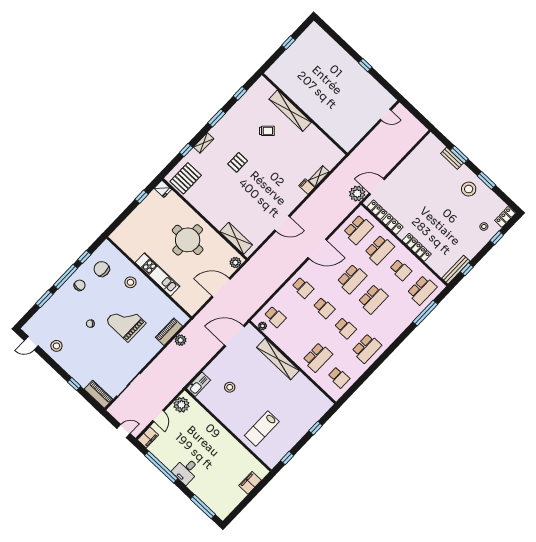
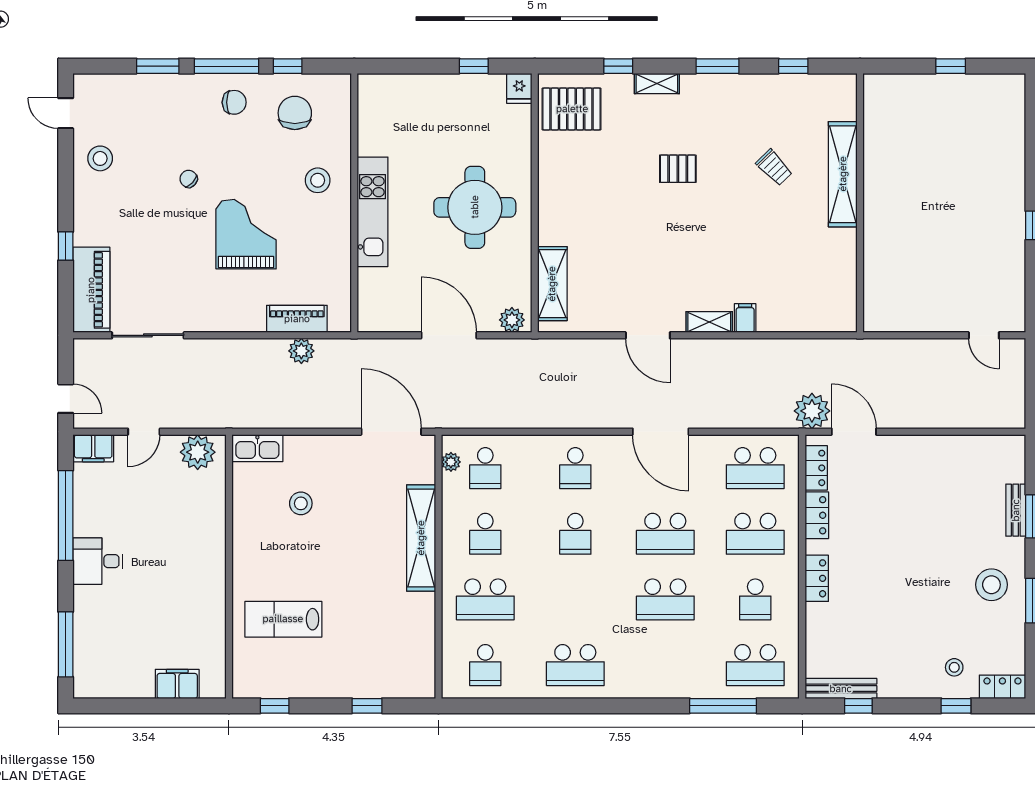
shelving: (319, 176) -> (709, 322), moved
locker: (417, 247) -> (817, 578), width x0.66
school desk: (345, 328) -> (485, 534), moved
piano: (99, 394) -> (91, 290), width x1.37, depth x1.33

